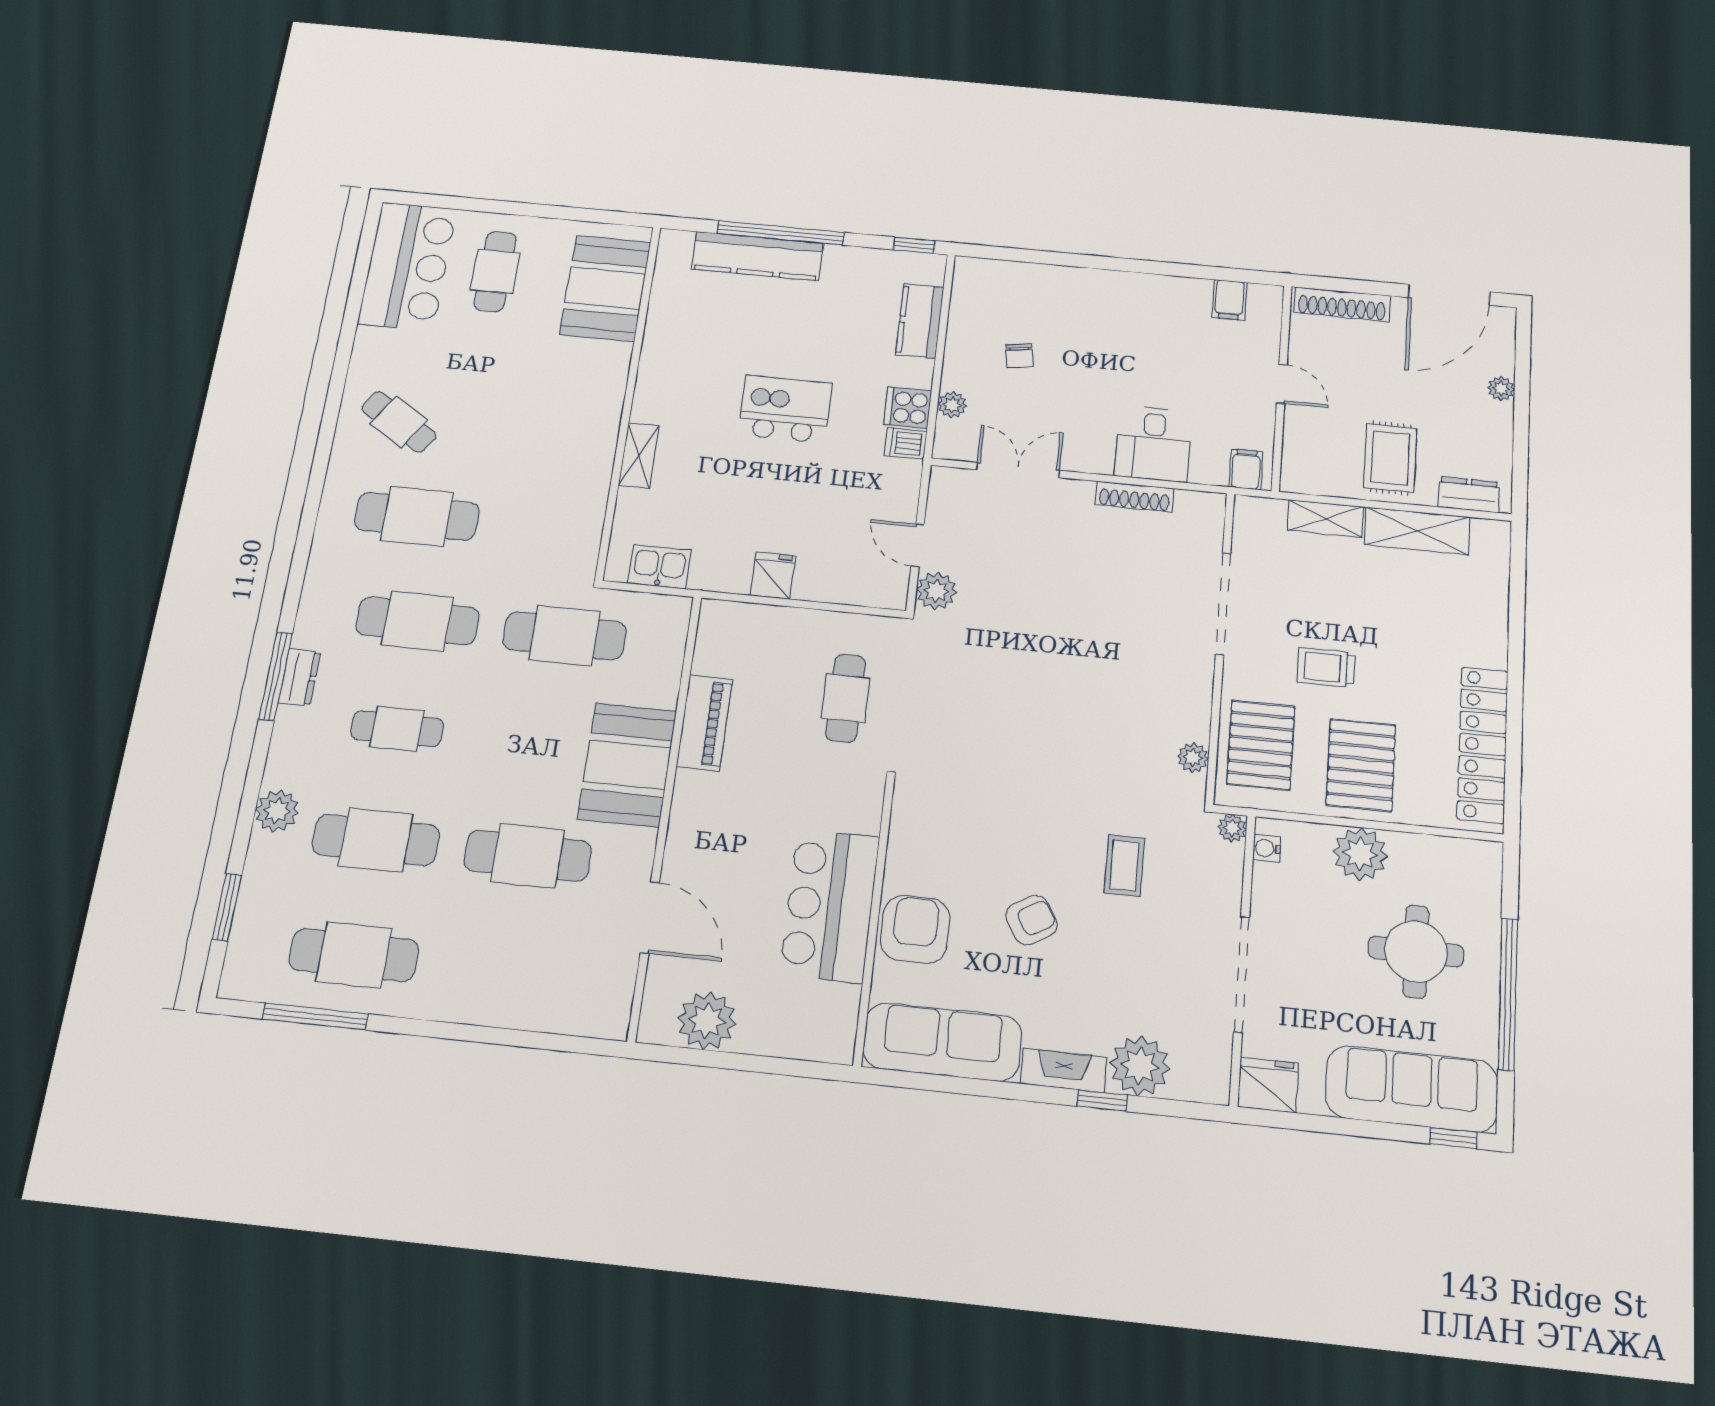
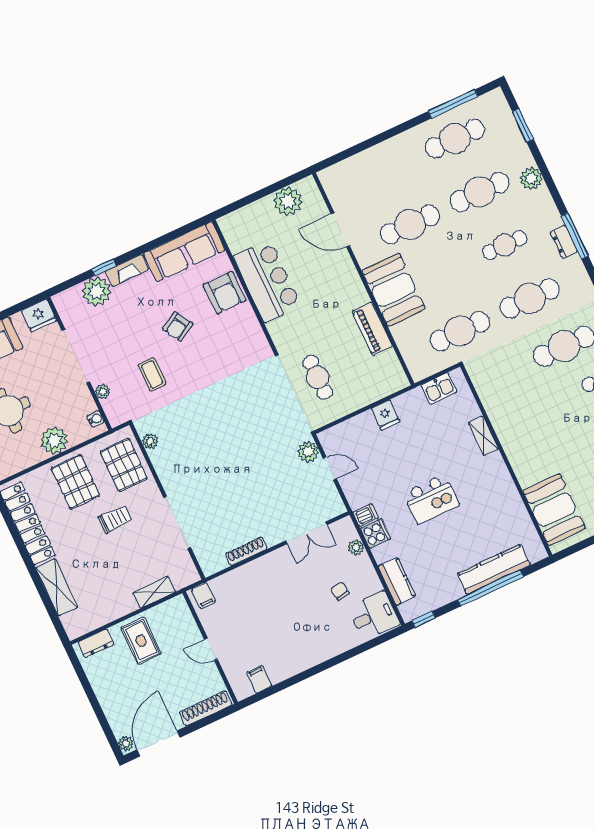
plant: (1501, 389) -> (126, 743), moved
desk: (1153, 444) -> (374, 616), moved, turned 90
shelving: (1417, 531) -> (57, 587), moved, turned 90
plant: (1232, 828) -> (103, 392), moved

